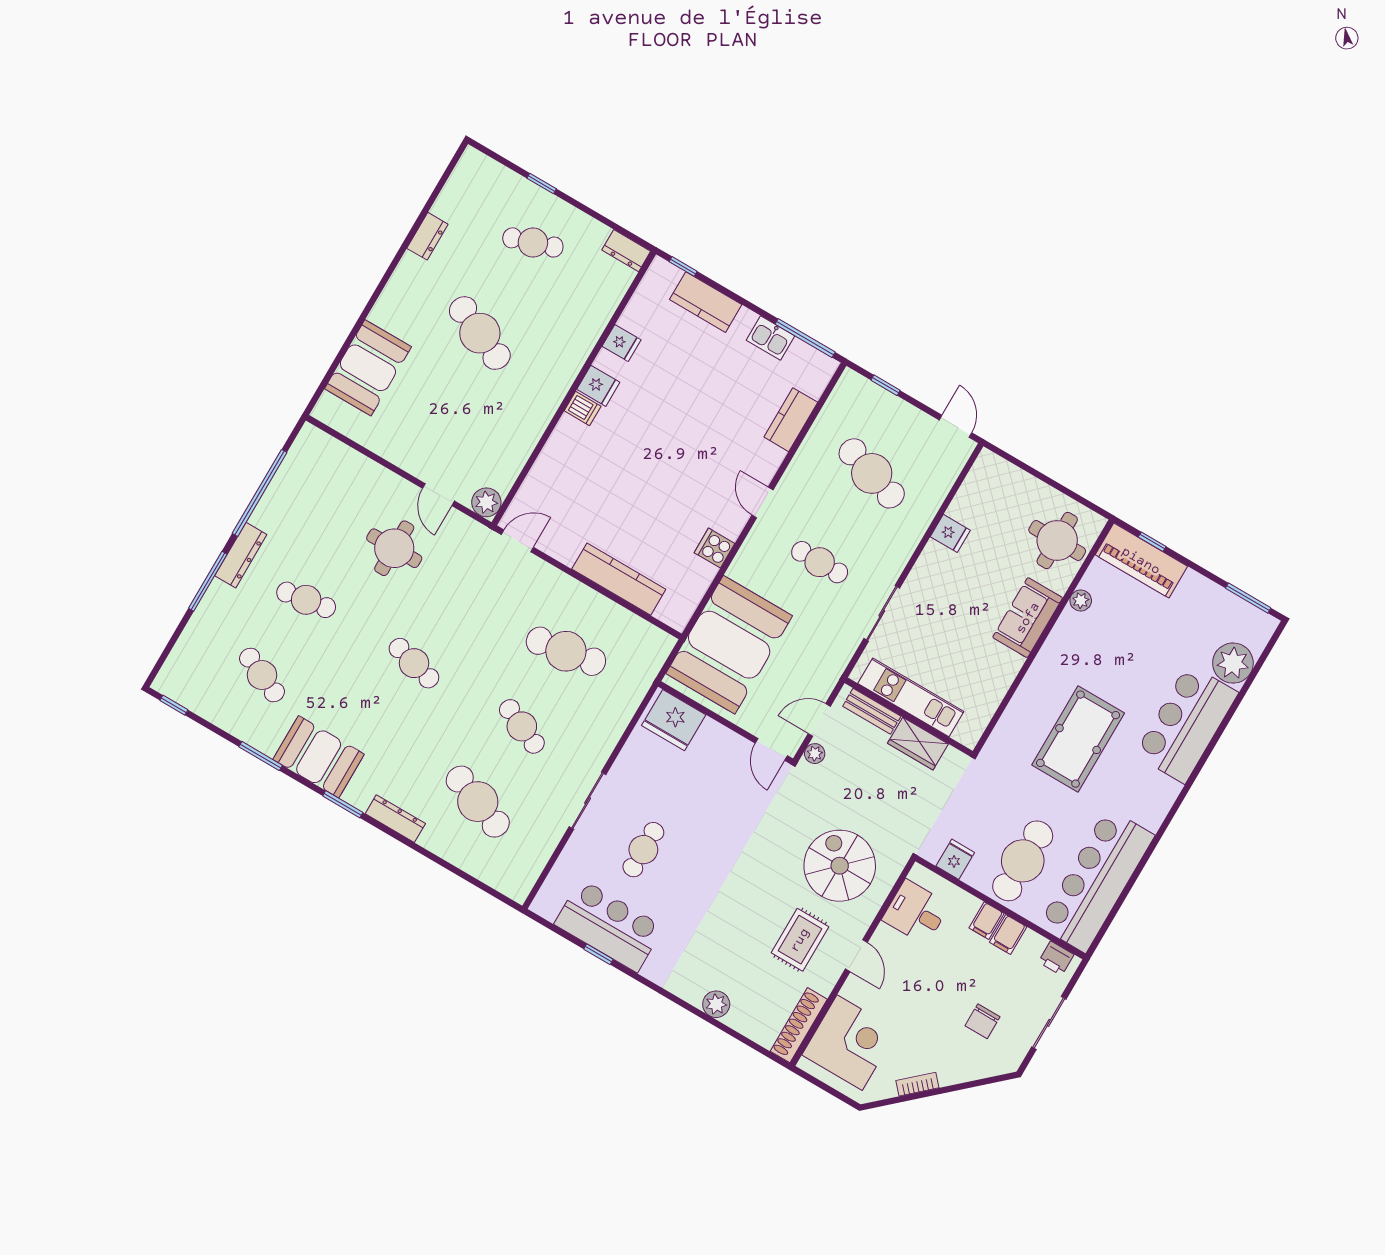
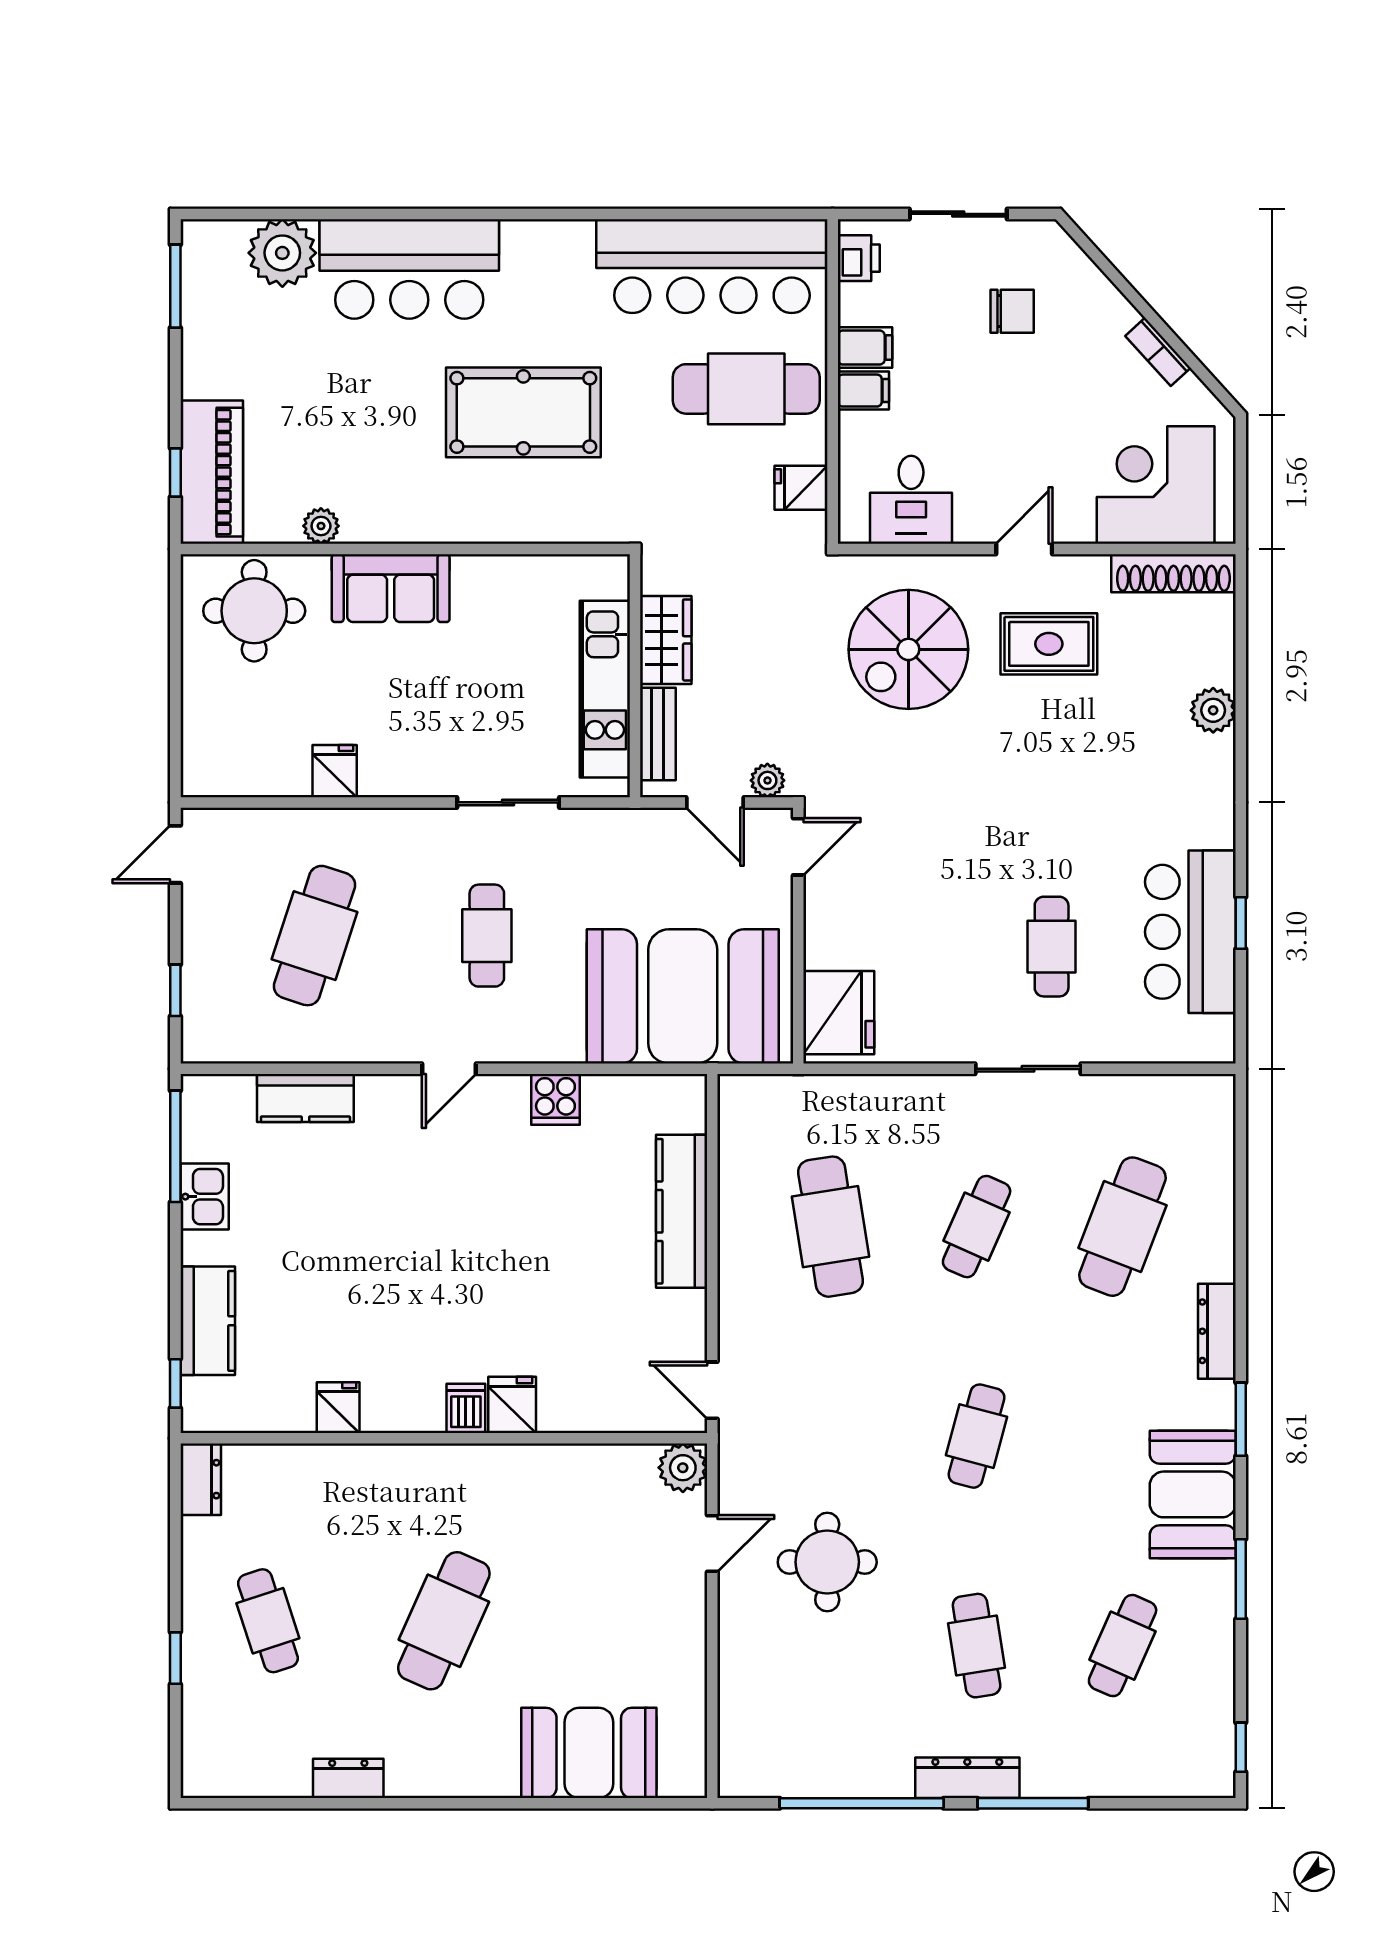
fridge: (598, 386) -> (512, 1405), moved
cafe table: (643, 850) -> (1052, 947), turned 90

